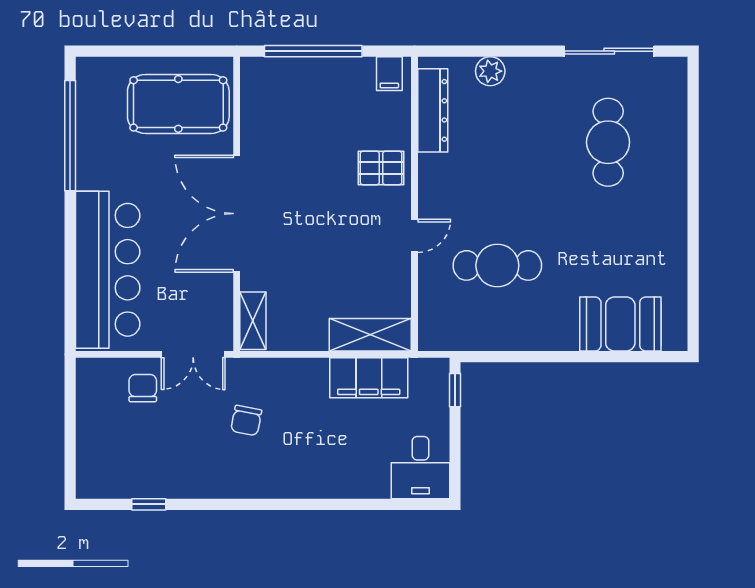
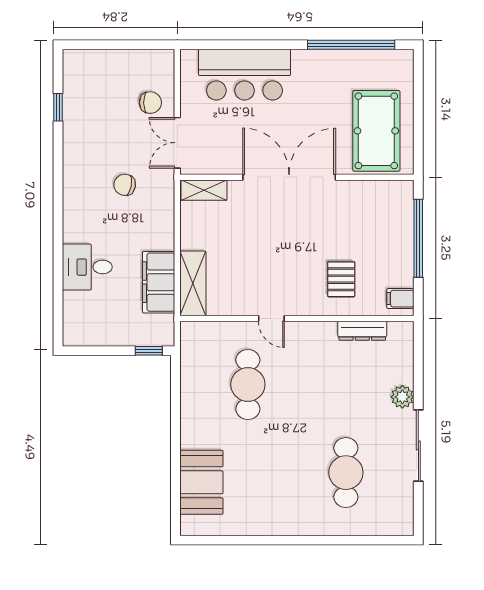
sliding door: (609, 51) -> (418, 445), moved
plant: (490, 71) -> (402, 397), moved
dresser: (433, 110) -> (362, 331), width x0.73, depth x0.80
cafe table: (608, 142) -> (346, 473), turned 90
pallet: (381, 168) -> (341, 279), moved
bar counter: (108, 270) -> (244, 75), width x0.73
desk: (420, 468) -> (87, 267), moved

